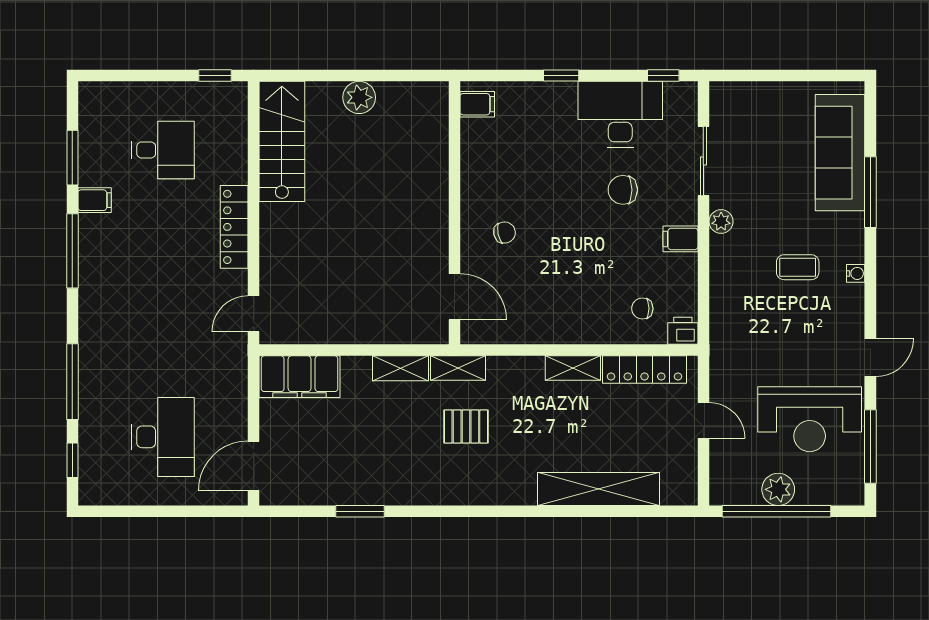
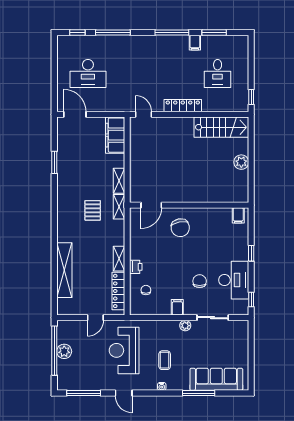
chair: (505, 233) -> (180, 228), width x1.87, depth x1.87
printer: (683, 331) -> (136, 267), moved
reception desk: (810, 419) -> (124, 350), moved

